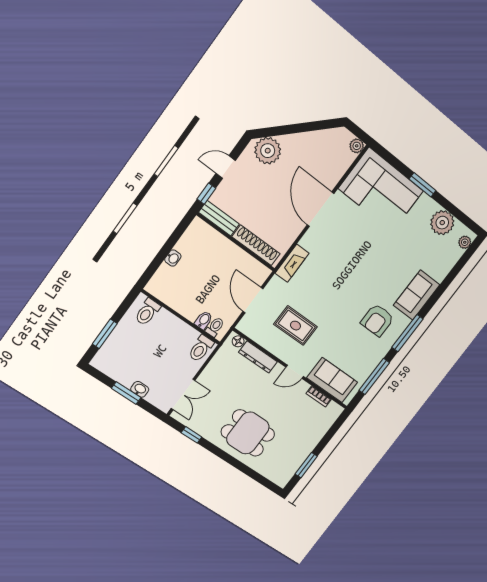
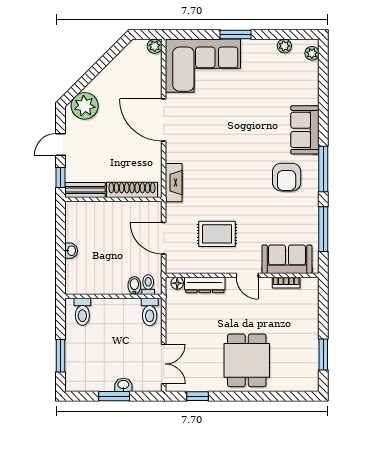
plant: (442, 223) -> (284, 46), width x0.53, depth x0.53
door: (295, 372) -> (247, 275), hinge flipped
dining table: (248, 433) -> (247, 360), turned 90

